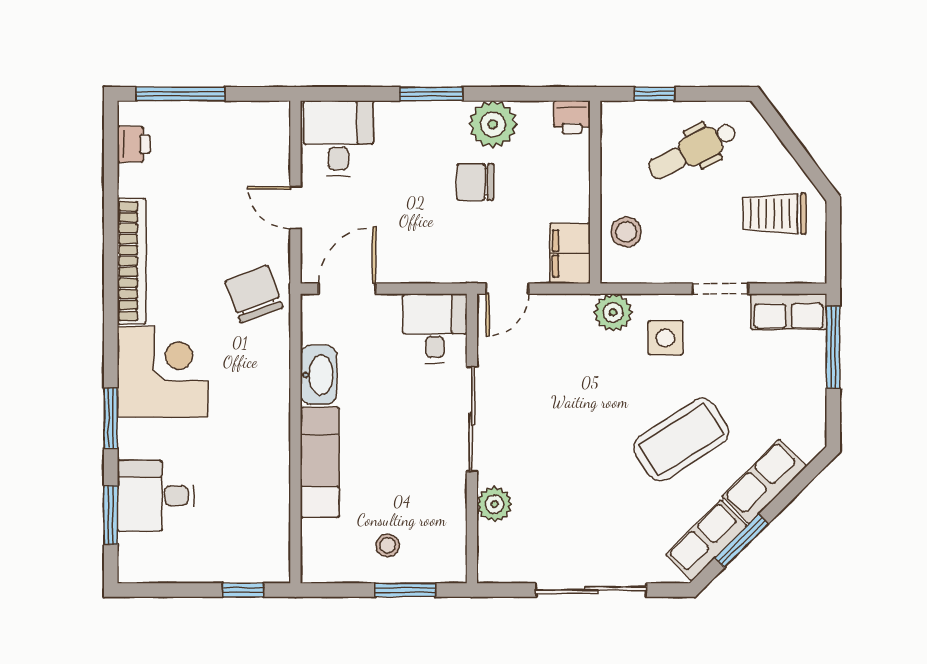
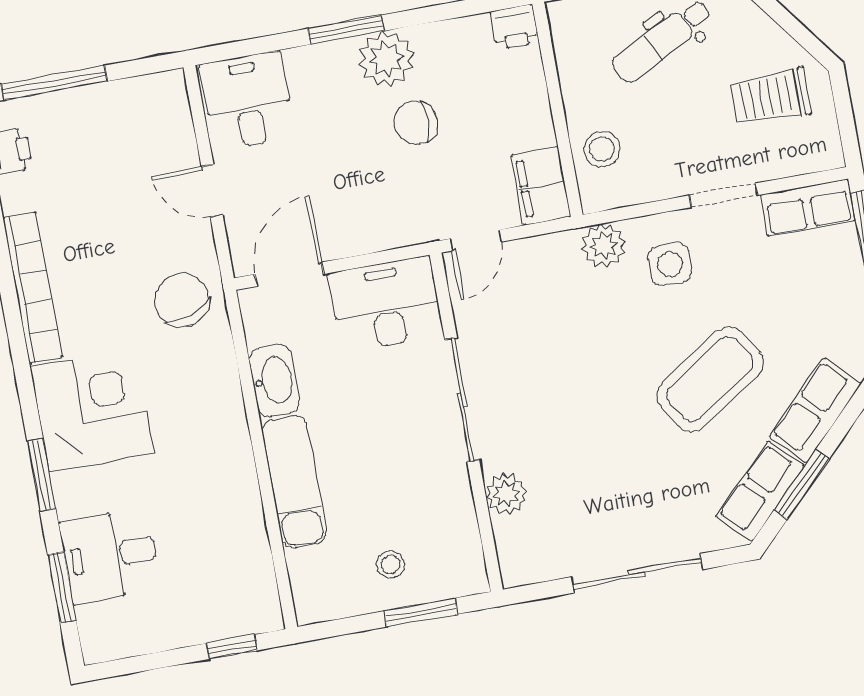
plant: (493, 124) -> (386, 59), moved
desk: (435, 328) -> (386, 304), width x1.37

